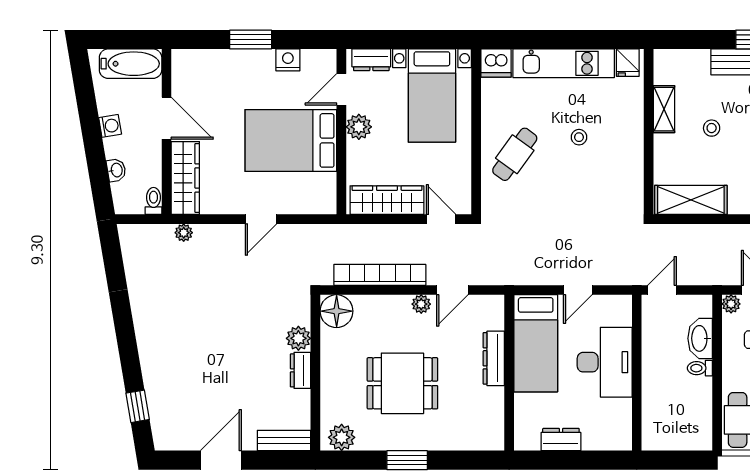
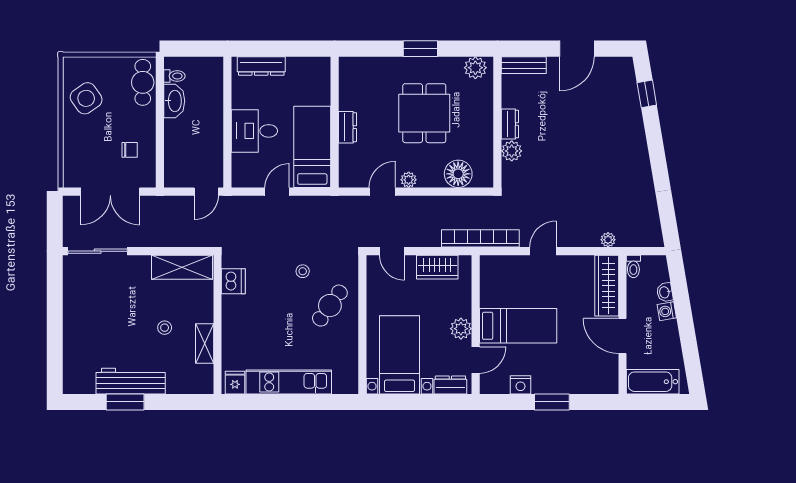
dishwasher: (496, 63) -> (233, 281), moved, turned 90
washing machine: (110, 126) -> (667, 311), moved
stool: (579, 137) -> (303, 271), moved
bed: (291, 140) -> (518, 326), width x0.67
wardrobe: (387, 200) -> (437, 267), width x0.67
bookcase: (380, 275) -> (480, 238), moved, turned 180
plant: (731, 304) -> (148, 180), removed
floor lamp: (337, 311) -> (458, 174), moved
washbasin: (700, 338) -> (174, 101), moved
dresser: (494, 358) -> (348, 127), width x0.70
desk: (605, 362) -> (254, 131), width x0.73
toilet: (700, 368) -> (174, 76), moved
dining table: (402, 383) -> (424, 113), turned 90
dresser: (561, 440) -> (261, 66), moved, width x1.44

